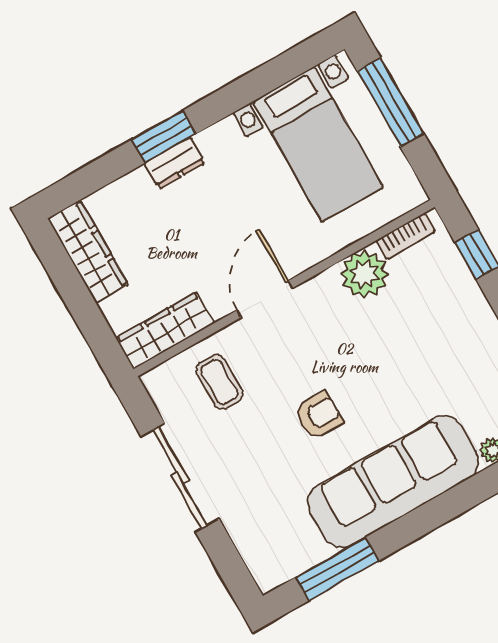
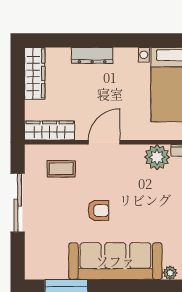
window: (164, 137) -> (100, 40), removed
dresser: (175, 163) -> (92, 55), width x1.44
coffee table: (219, 382) -> (61, 169), turned 90

